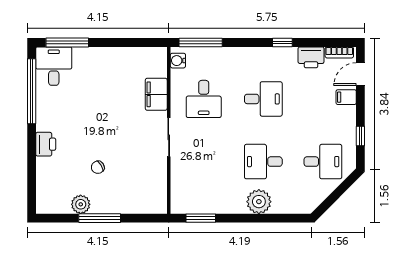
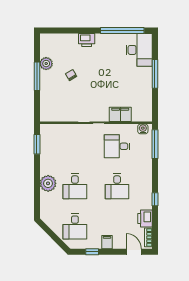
window: (67, 42) -> (155, 74), moved
desk: (54, 66) -> (139, 50), width x1.37
filing cabinet: (346, 97) -> (107, 242), moved
desk: (263, 162) -> (75, 186), turned 180

